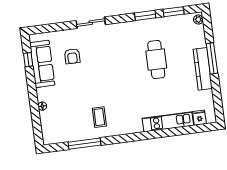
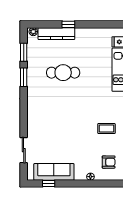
sliding door: (91, 23) -> (24, 150), moved
armchair: (72, 56) -> (109, 162), moved
window: (212, 58) -> (68, 24), width x0.46
kitchen counter: (203, 69) -> (56, 34), moved

